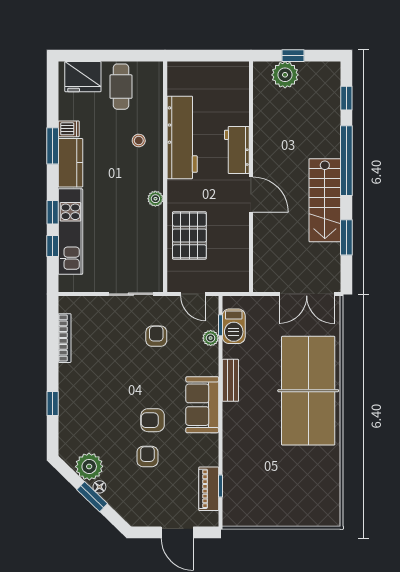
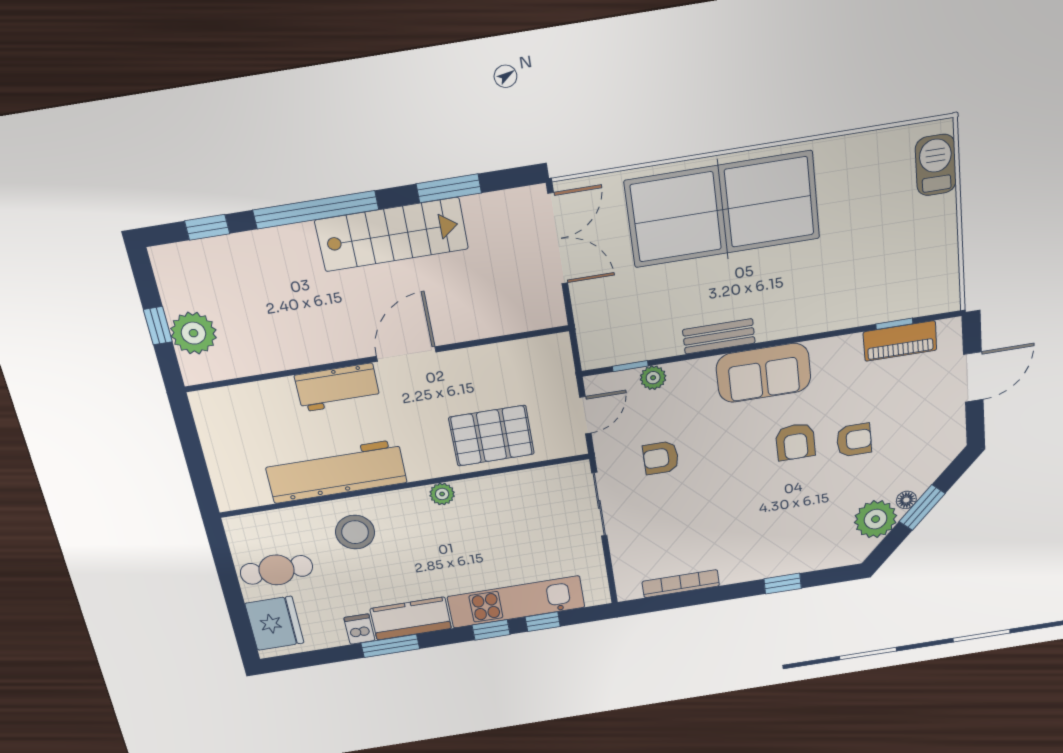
stool: (139, 140) -> (355, 532), width x1.89, depth x1.89
barbecue: (234, 326) -> (936, 165), moved, turned -90
armchair: (147, 457) -> (854, 440), turned 180

